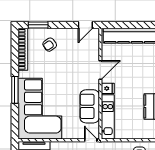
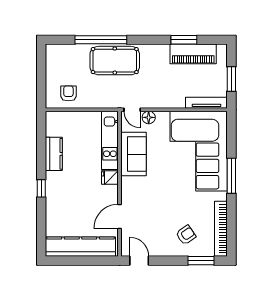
door: (85, 25) -> (139, 261), hinge flipped
door: (100, 70) -> (120, 216), moved
floor lamp: (78, 134) -> (149, 117), added

